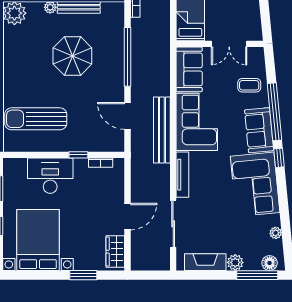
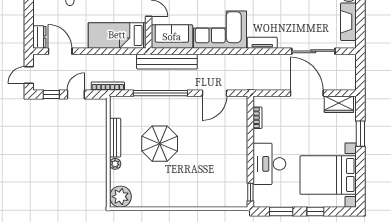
sun lounger: (36, 119) -> (217, 177), removed
bench: (162, 130) -> (167, 62), moved
window: (78, 155) -> (250, 192), moved
tv unit: (182, 175) -> (262, 43), width x0.71
door: (128, 217) -> (307, 93), width x1.36

